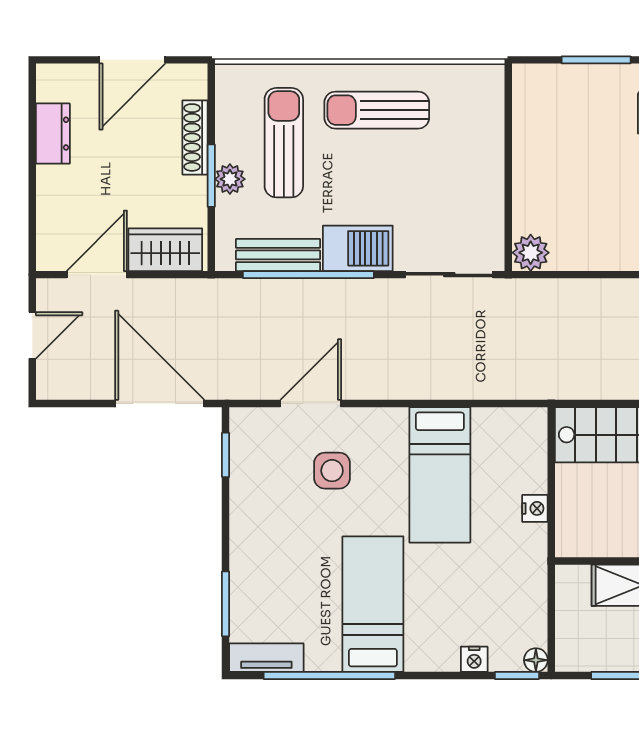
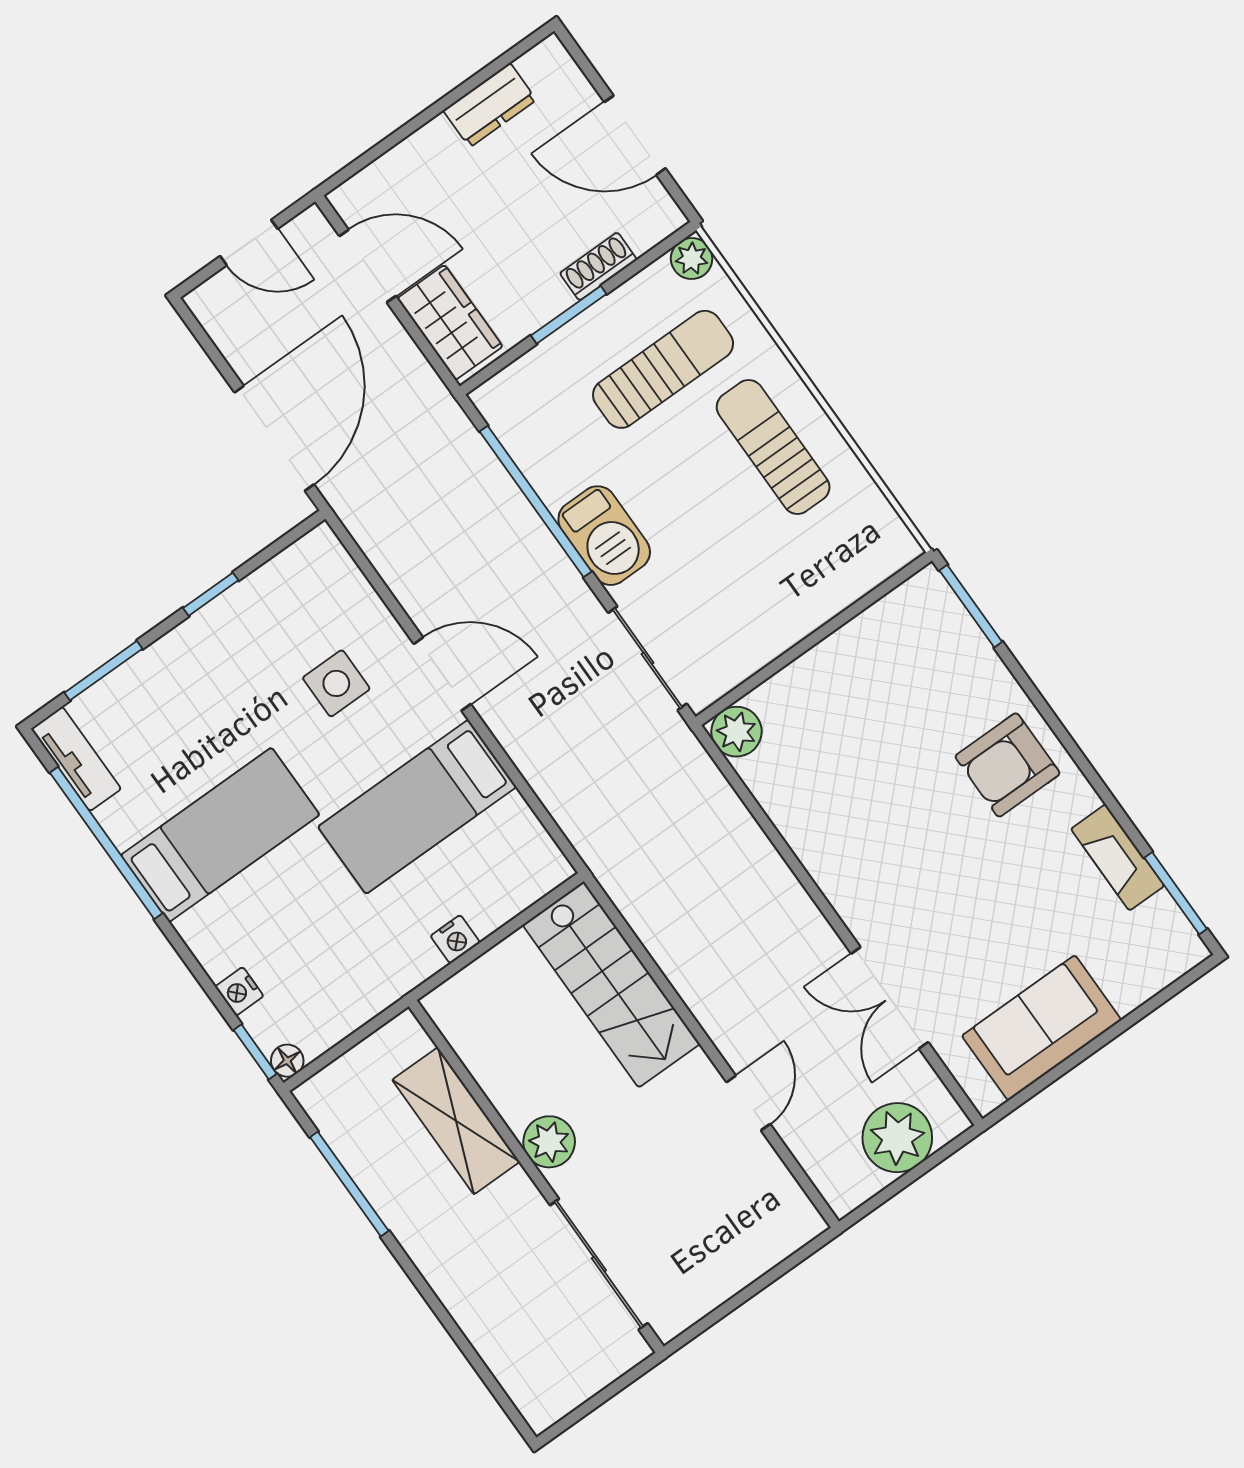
window: (596, 60) -> (971, 606), moved
shoe rack: (195, 137) -> (598, 266), width x0.70
plant: (230, 179) -> (692, 259), moved
bench: (278, 255) -> (533, 452), removed
door: (311, 403) -> (442, 674), moved
window: (226, 455) -> (211, 594), moved

